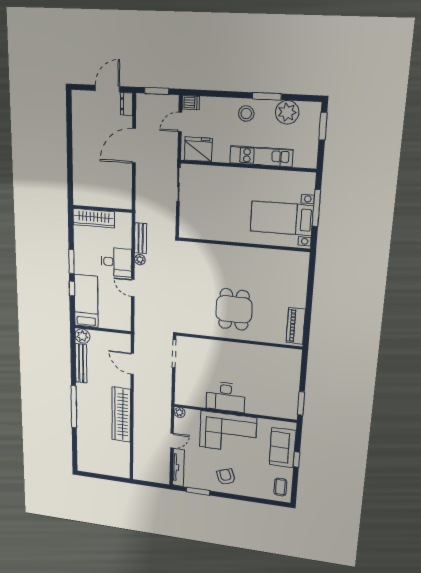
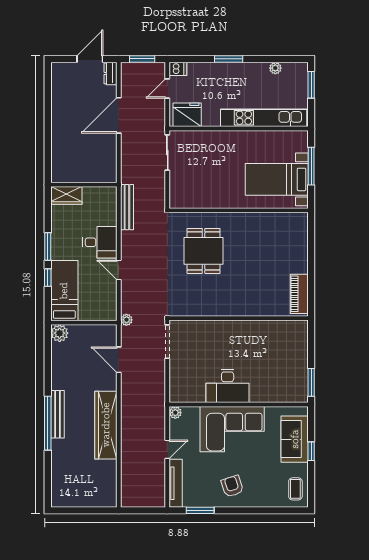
window: (267, 96) -> (229, 59), moved
plant: (287, 112) -> (275, 68), width x0.53, depth x0.53
stool: (246, 113) -> (235, 77), removed
kitchen unit: (261, 156) -> (264, 118), width x1.36
wardrobe: (94, 218) -> (66, 195), width x0.67
bench: (141, 238) -> (127, 207), width x1.36
plant: (140, 260) -> (126, 320), moved
dining table: (234, 309) -> (204, 251), moved
bench: (81, 363) -> (57, 414), moved

